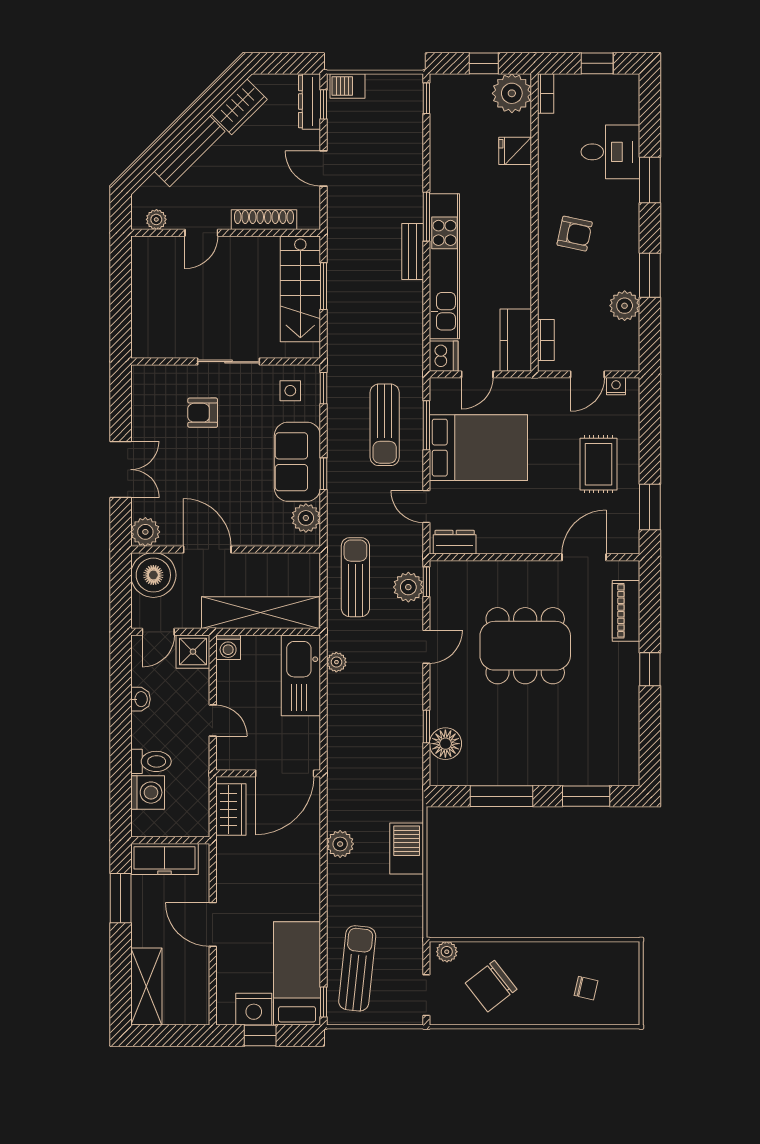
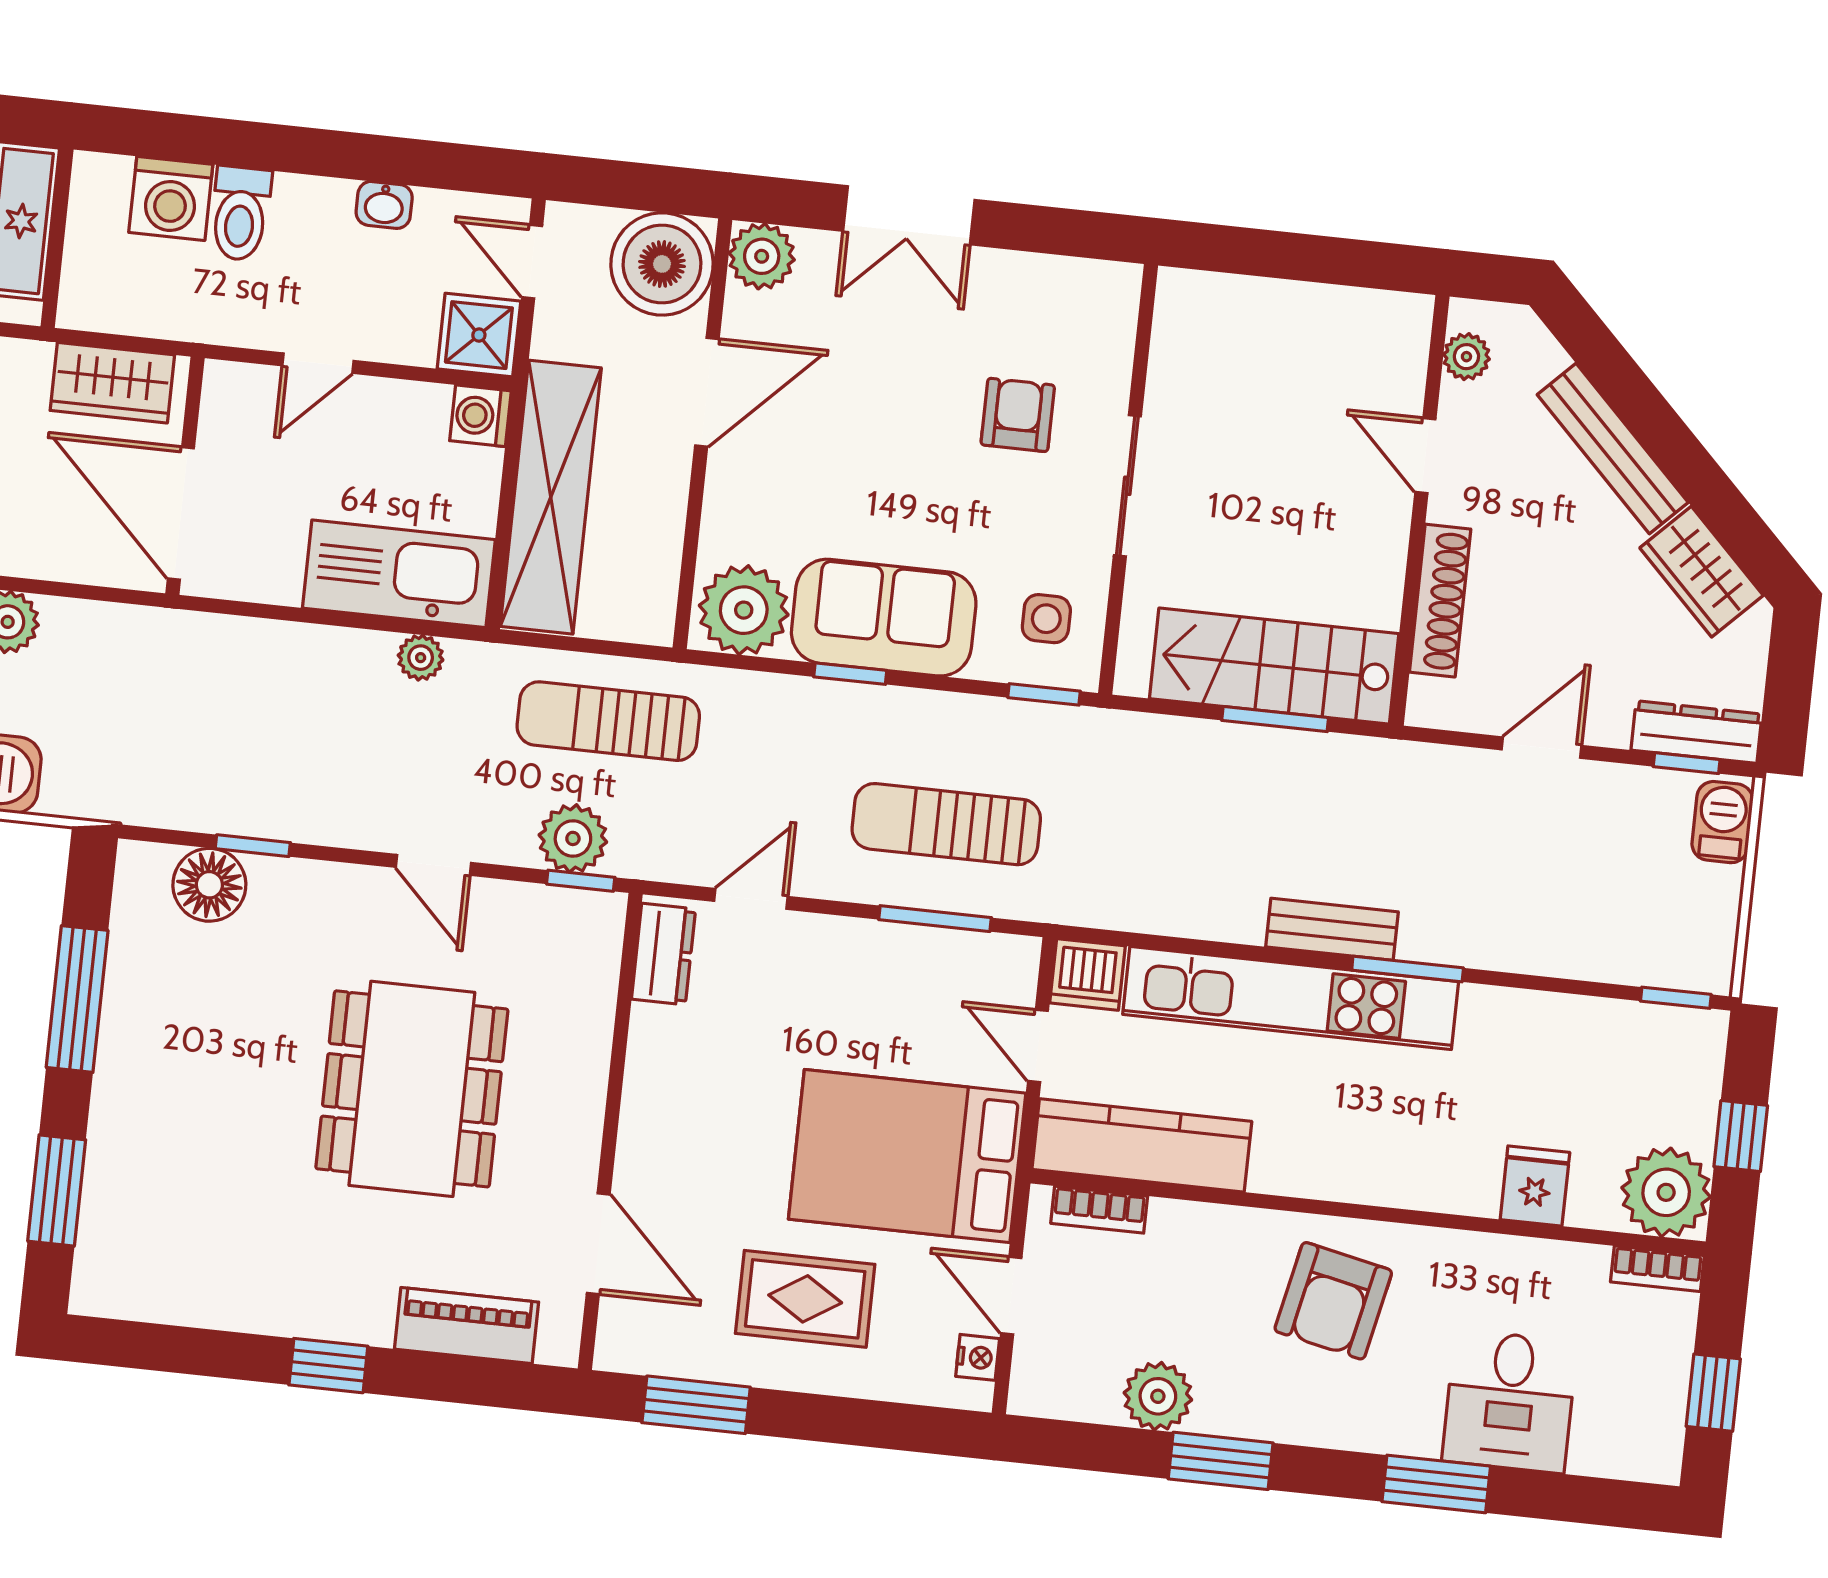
armchair: (575, 234) -> (1333, 1301), width x1.38, depth x1.38
kitchen counter: (516, 340) -> (1142, 1145), width x1.50
bed: (478, 448) -> (907, 1156), moved, turned 90
plant: (306, 518) -> (744, 610), width x1.36, depth x1.36
sun lounger: (355, 577) -> (608, 721), turned 180

